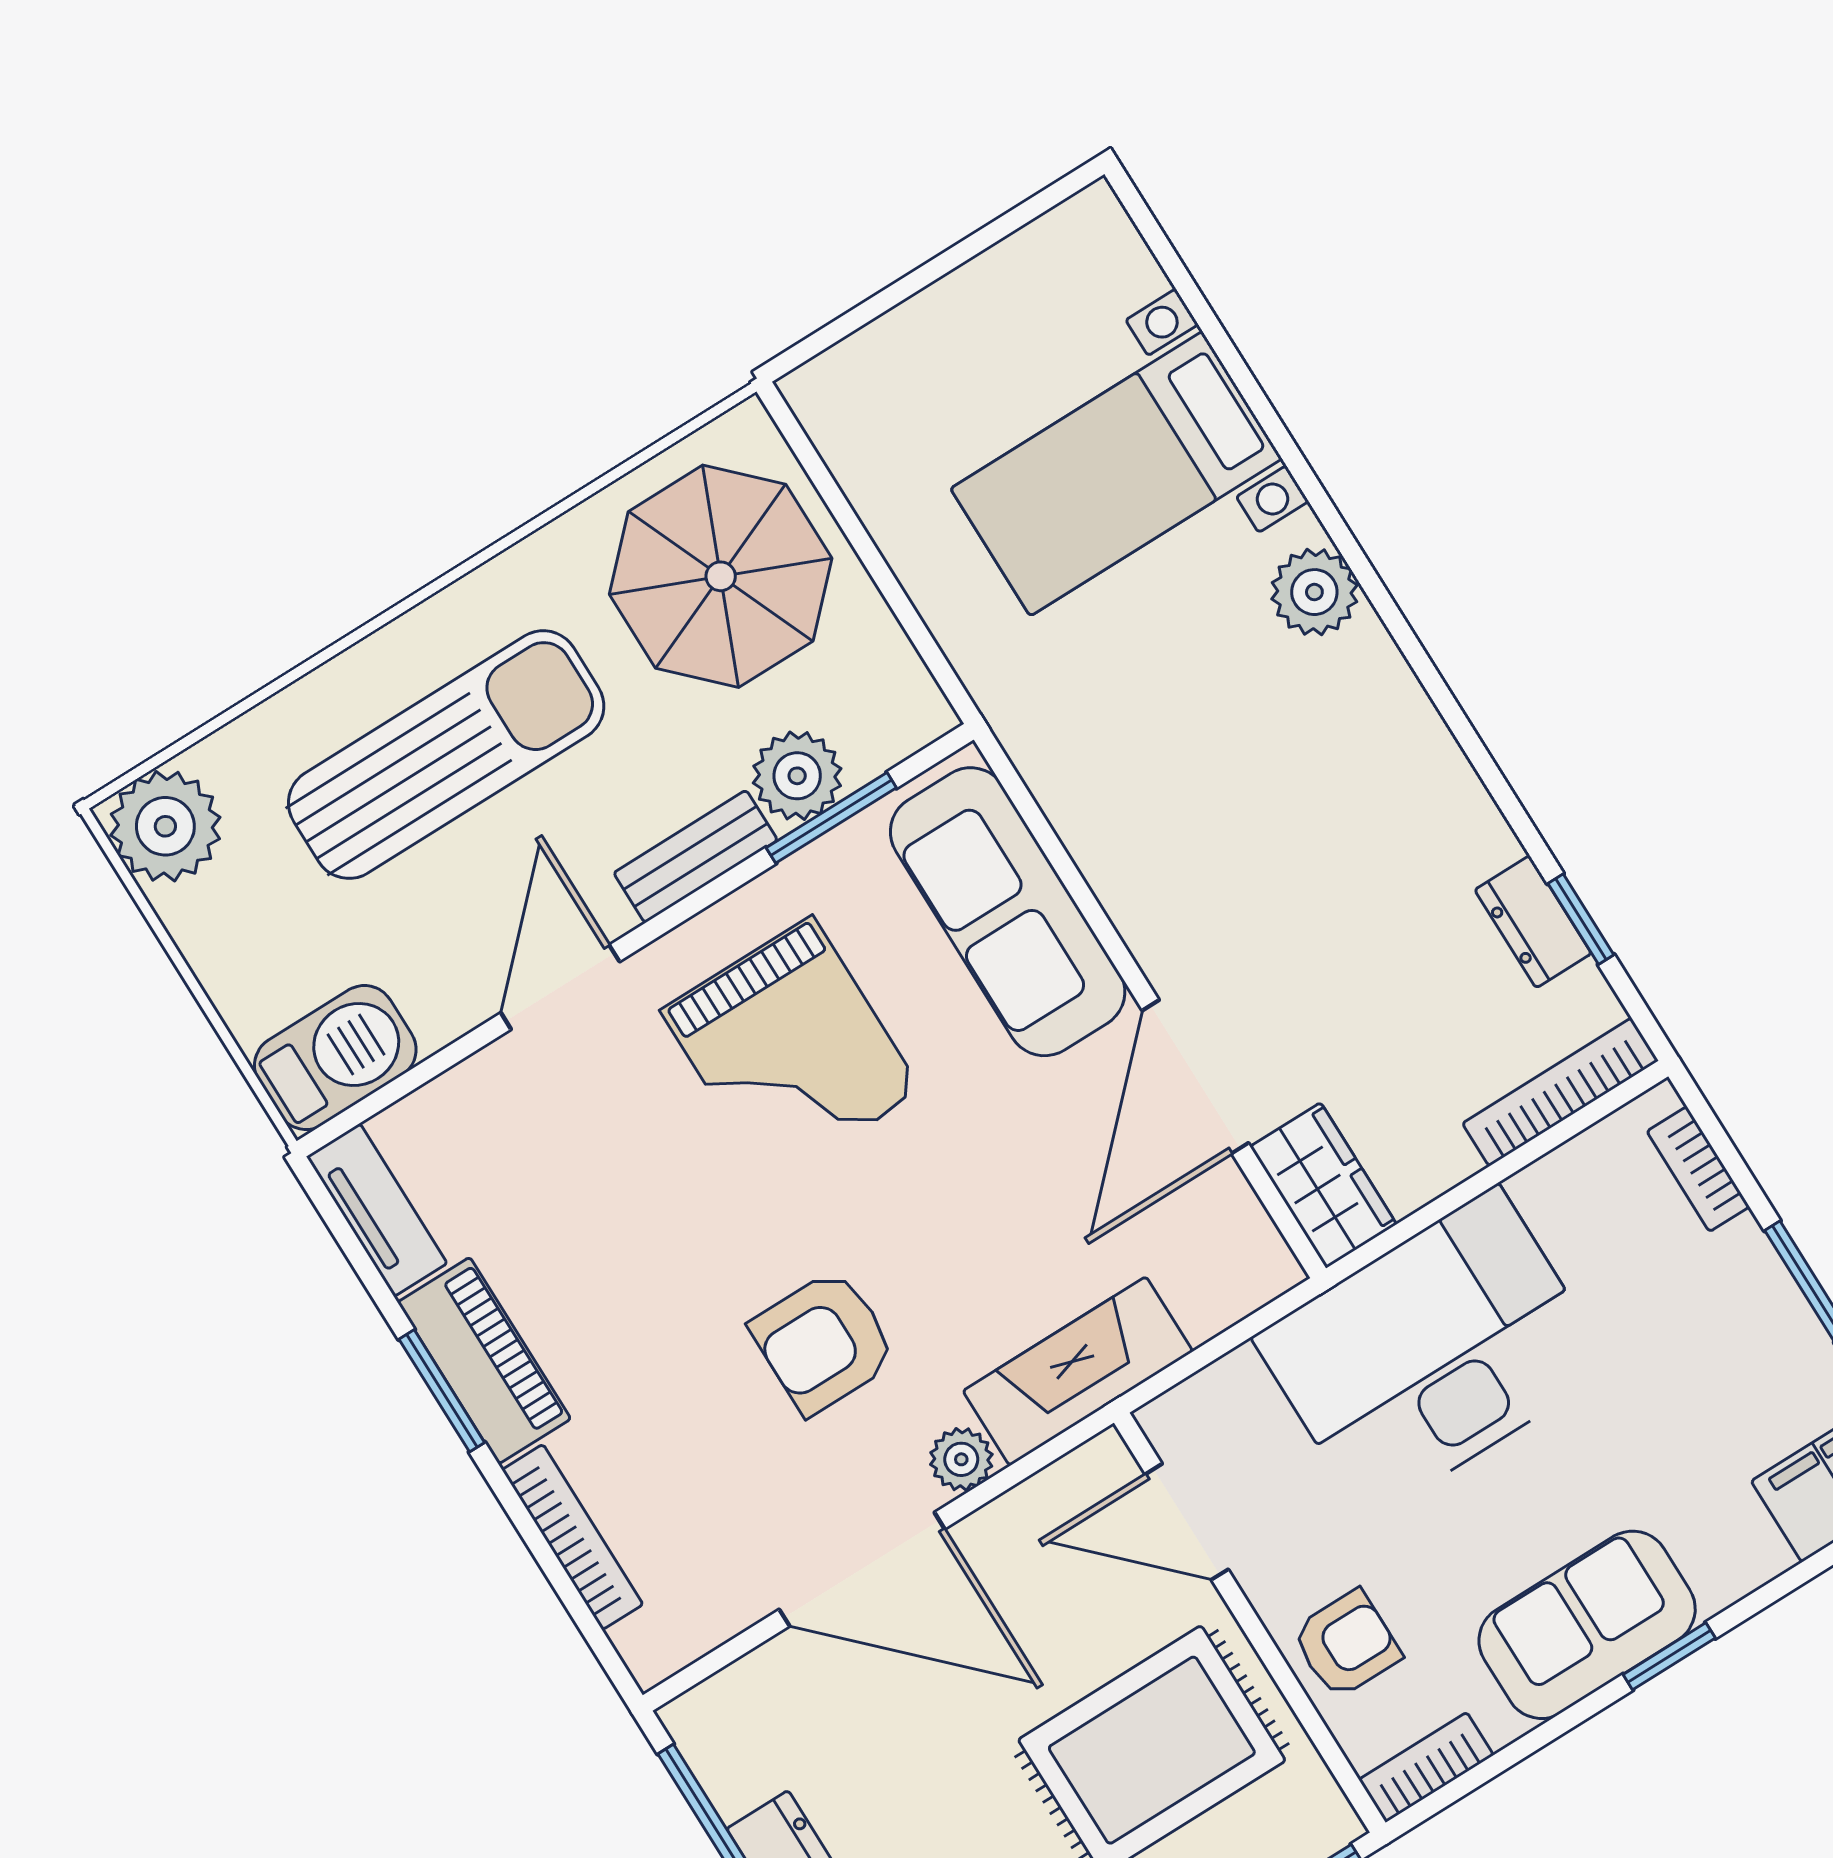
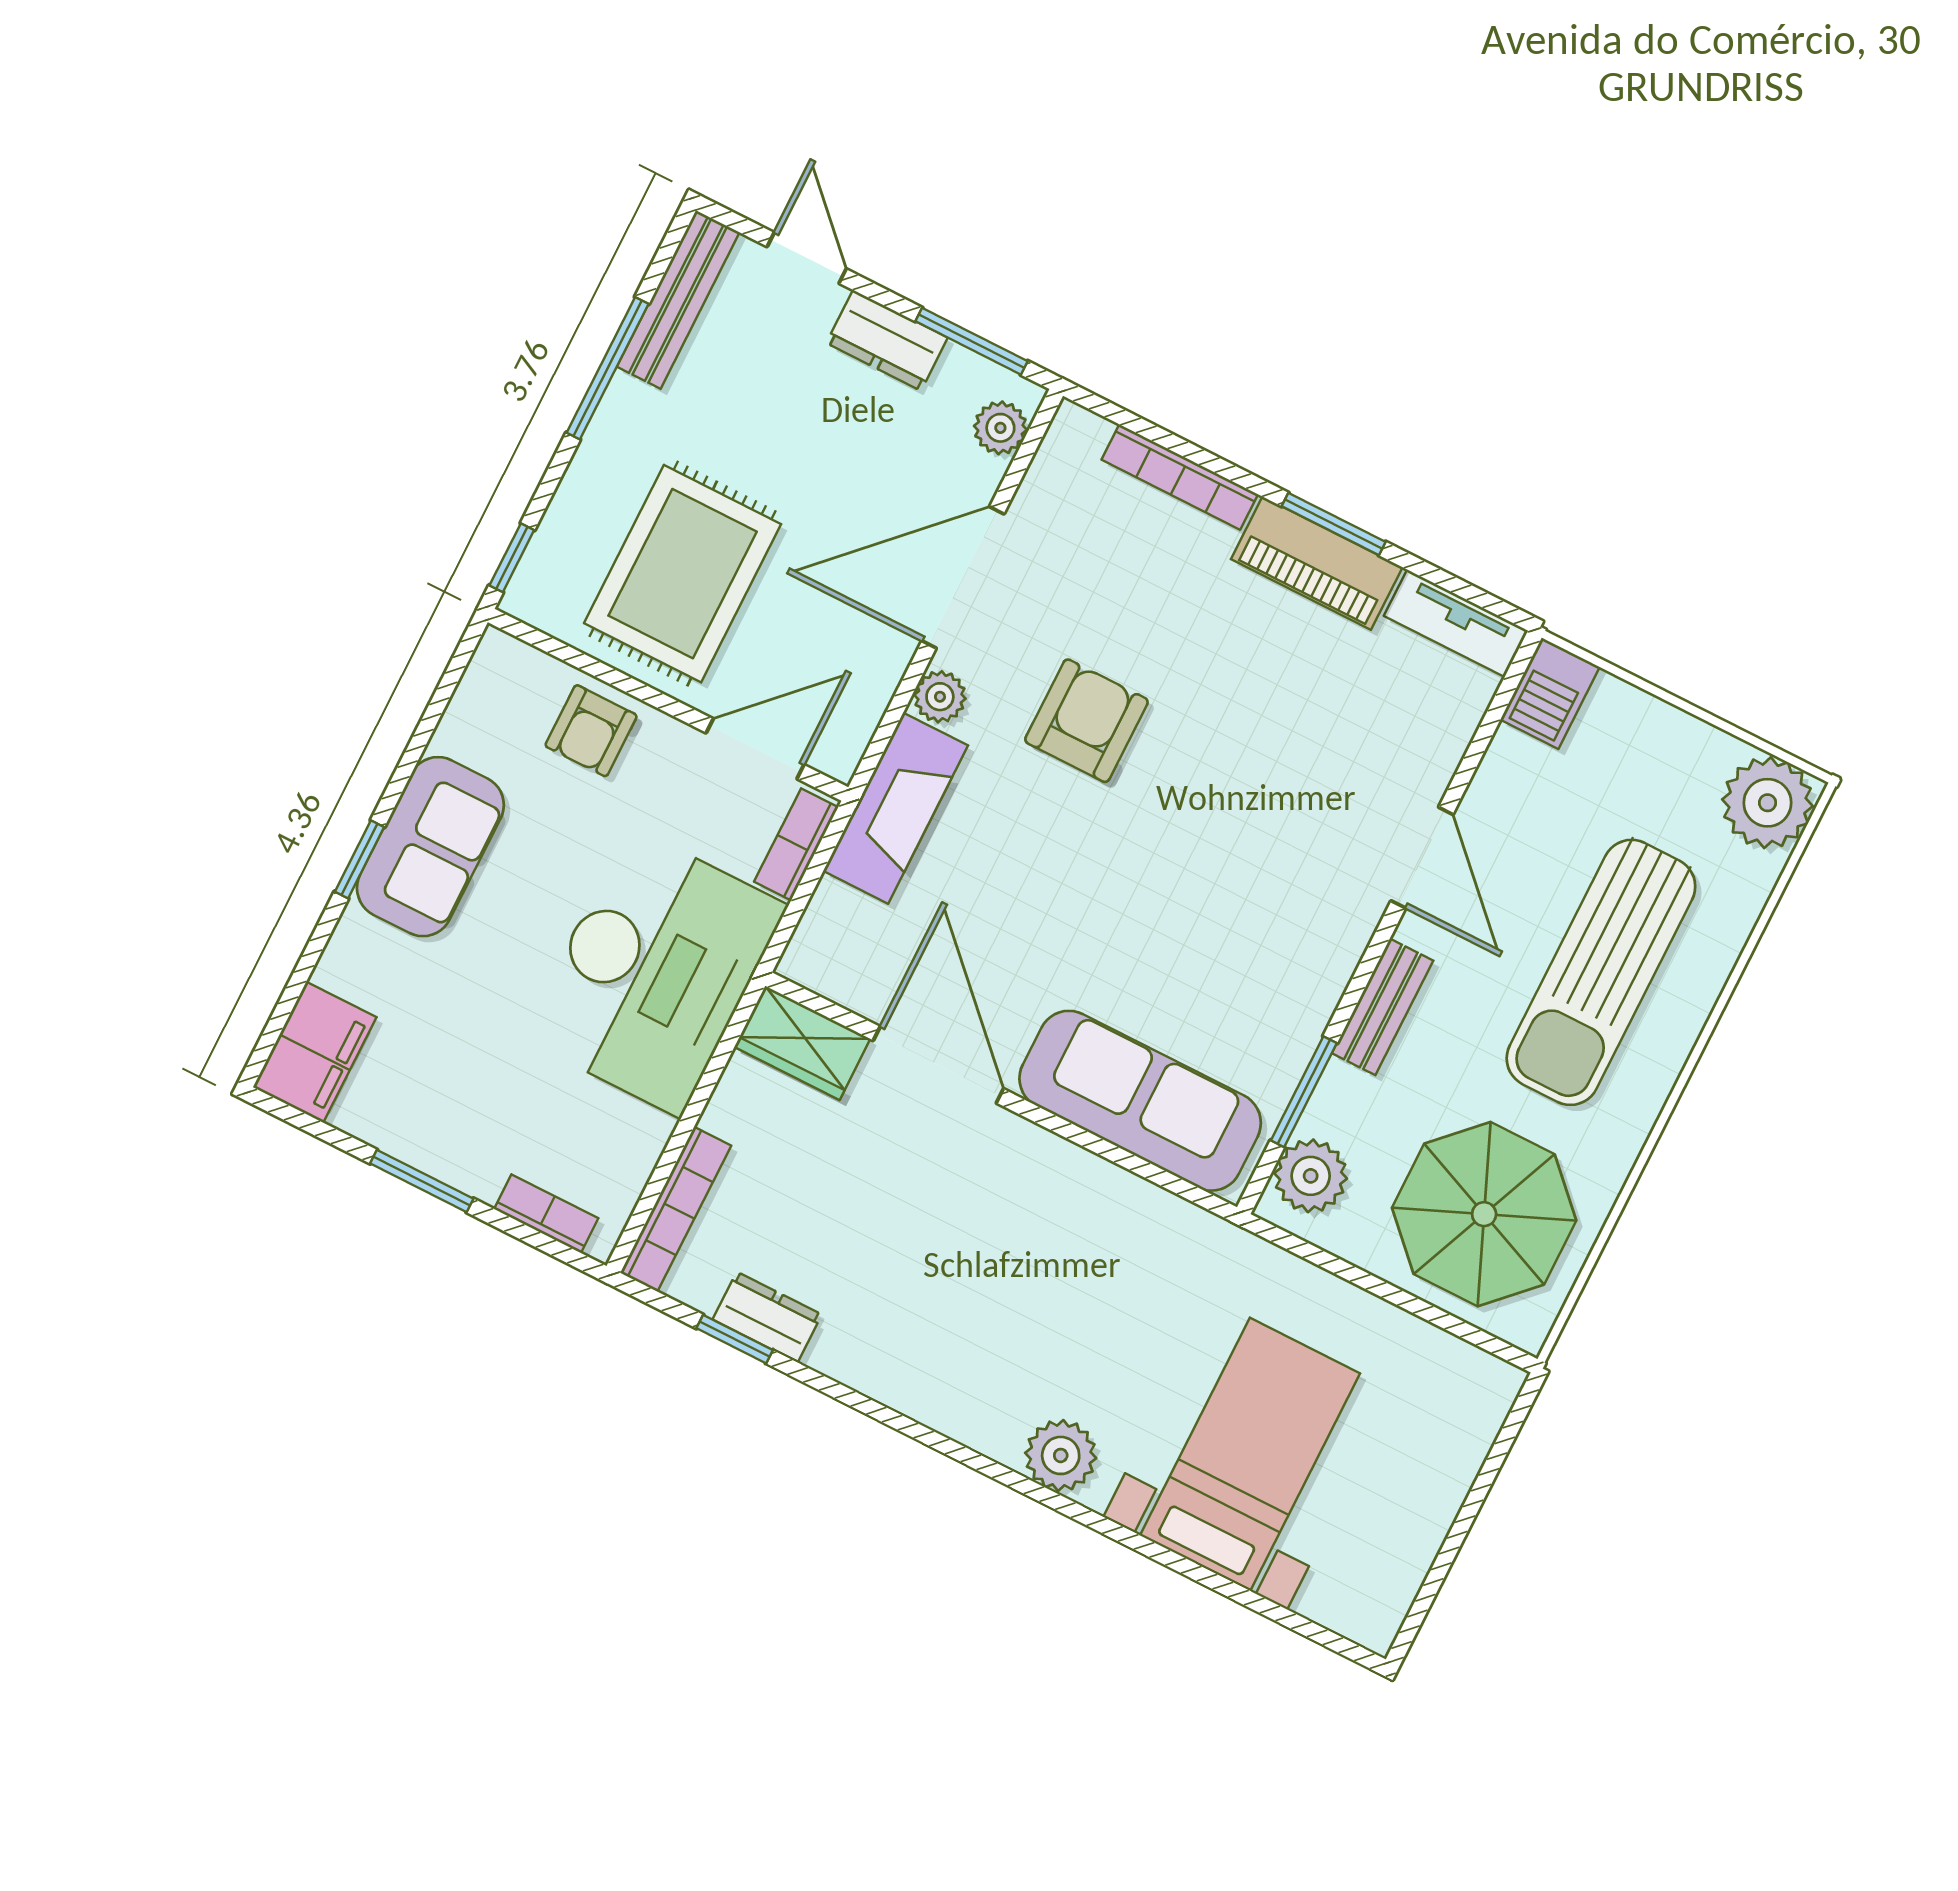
plant: (797, 776) -> (1311, 1176), moved
grand piano: (791, 1051) -> (1233, 911), removed
barbecue: (335, 1058) -> (1550, 693), width x0.73, depth x0.79
plant: (728, 1702) -> (1000, 428), added
bookcase: (1426, 1767) -> (796, 844), moved, turned 180

